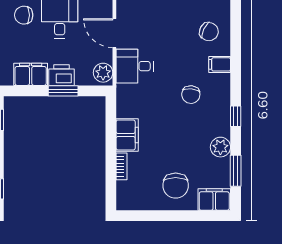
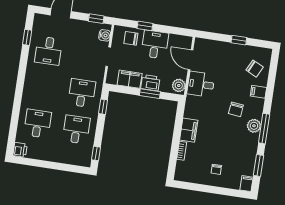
window: (236, 116) -> (264, 129), width x2.17
plant: (220, 147) -> (254, 126), moved
chair: (176, 186) -> (216, 169), width x0.54, depth x0.54
filing cabinet: (214, 199) -> (246, 184), width x0.50

